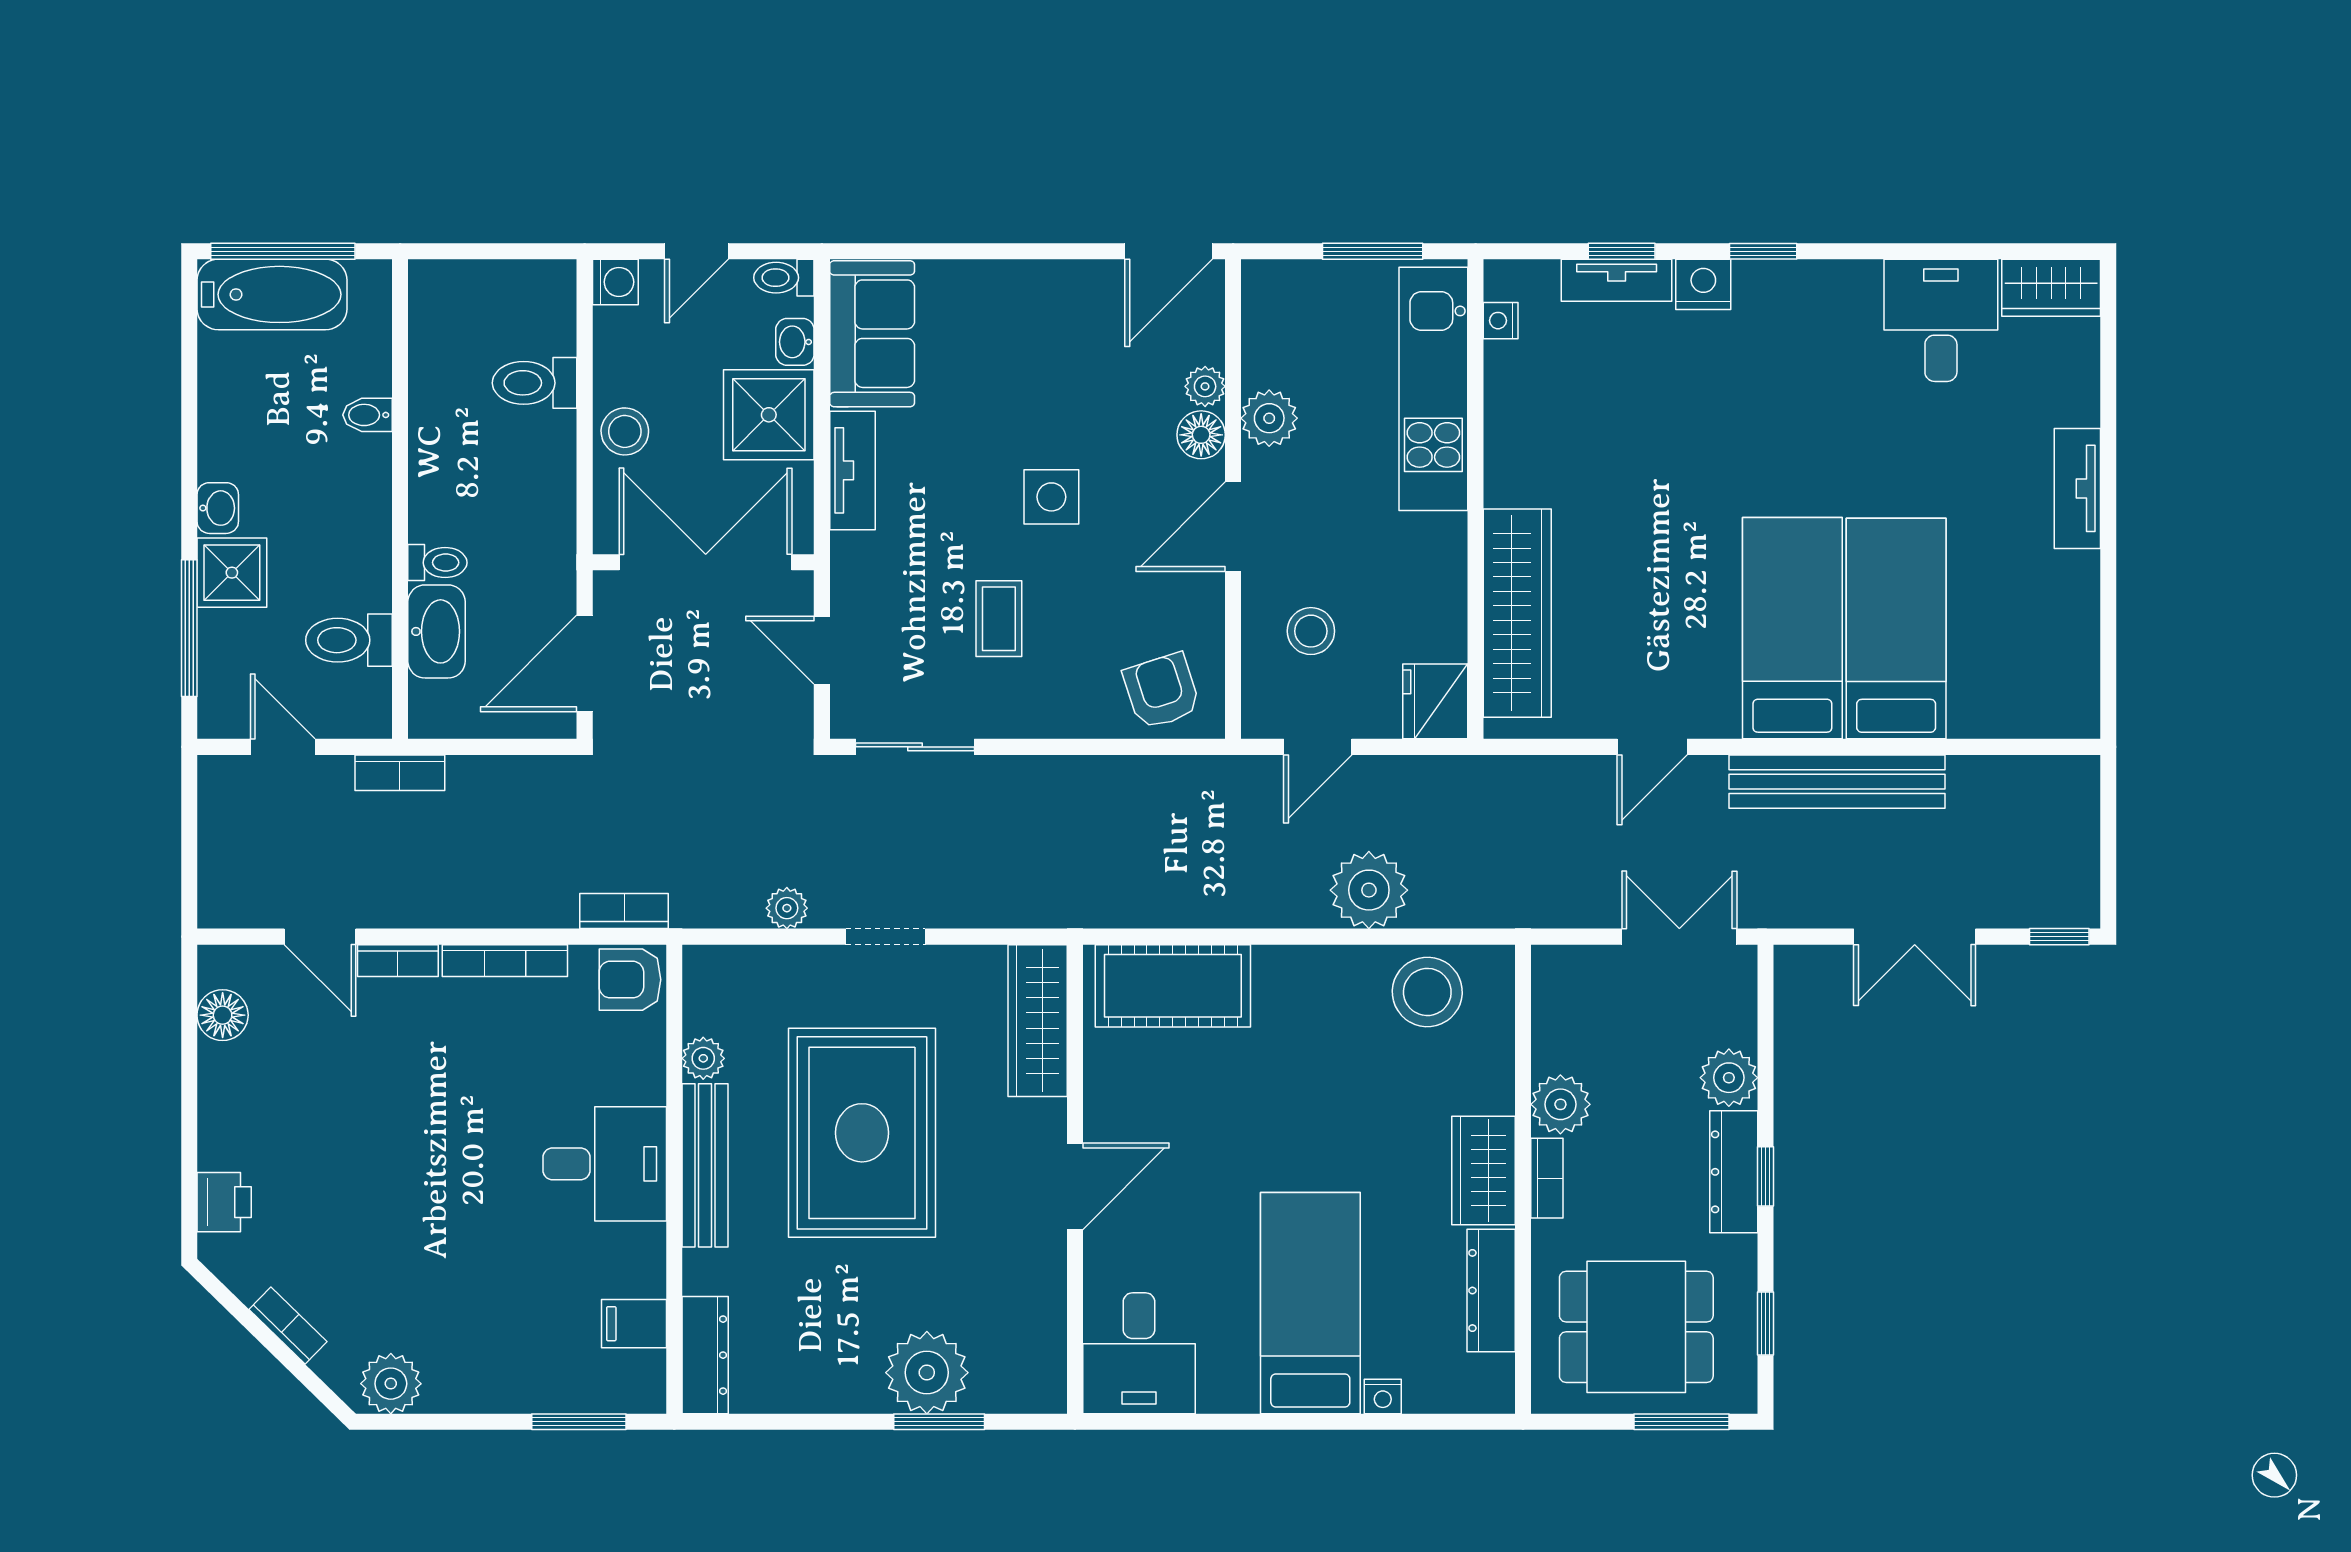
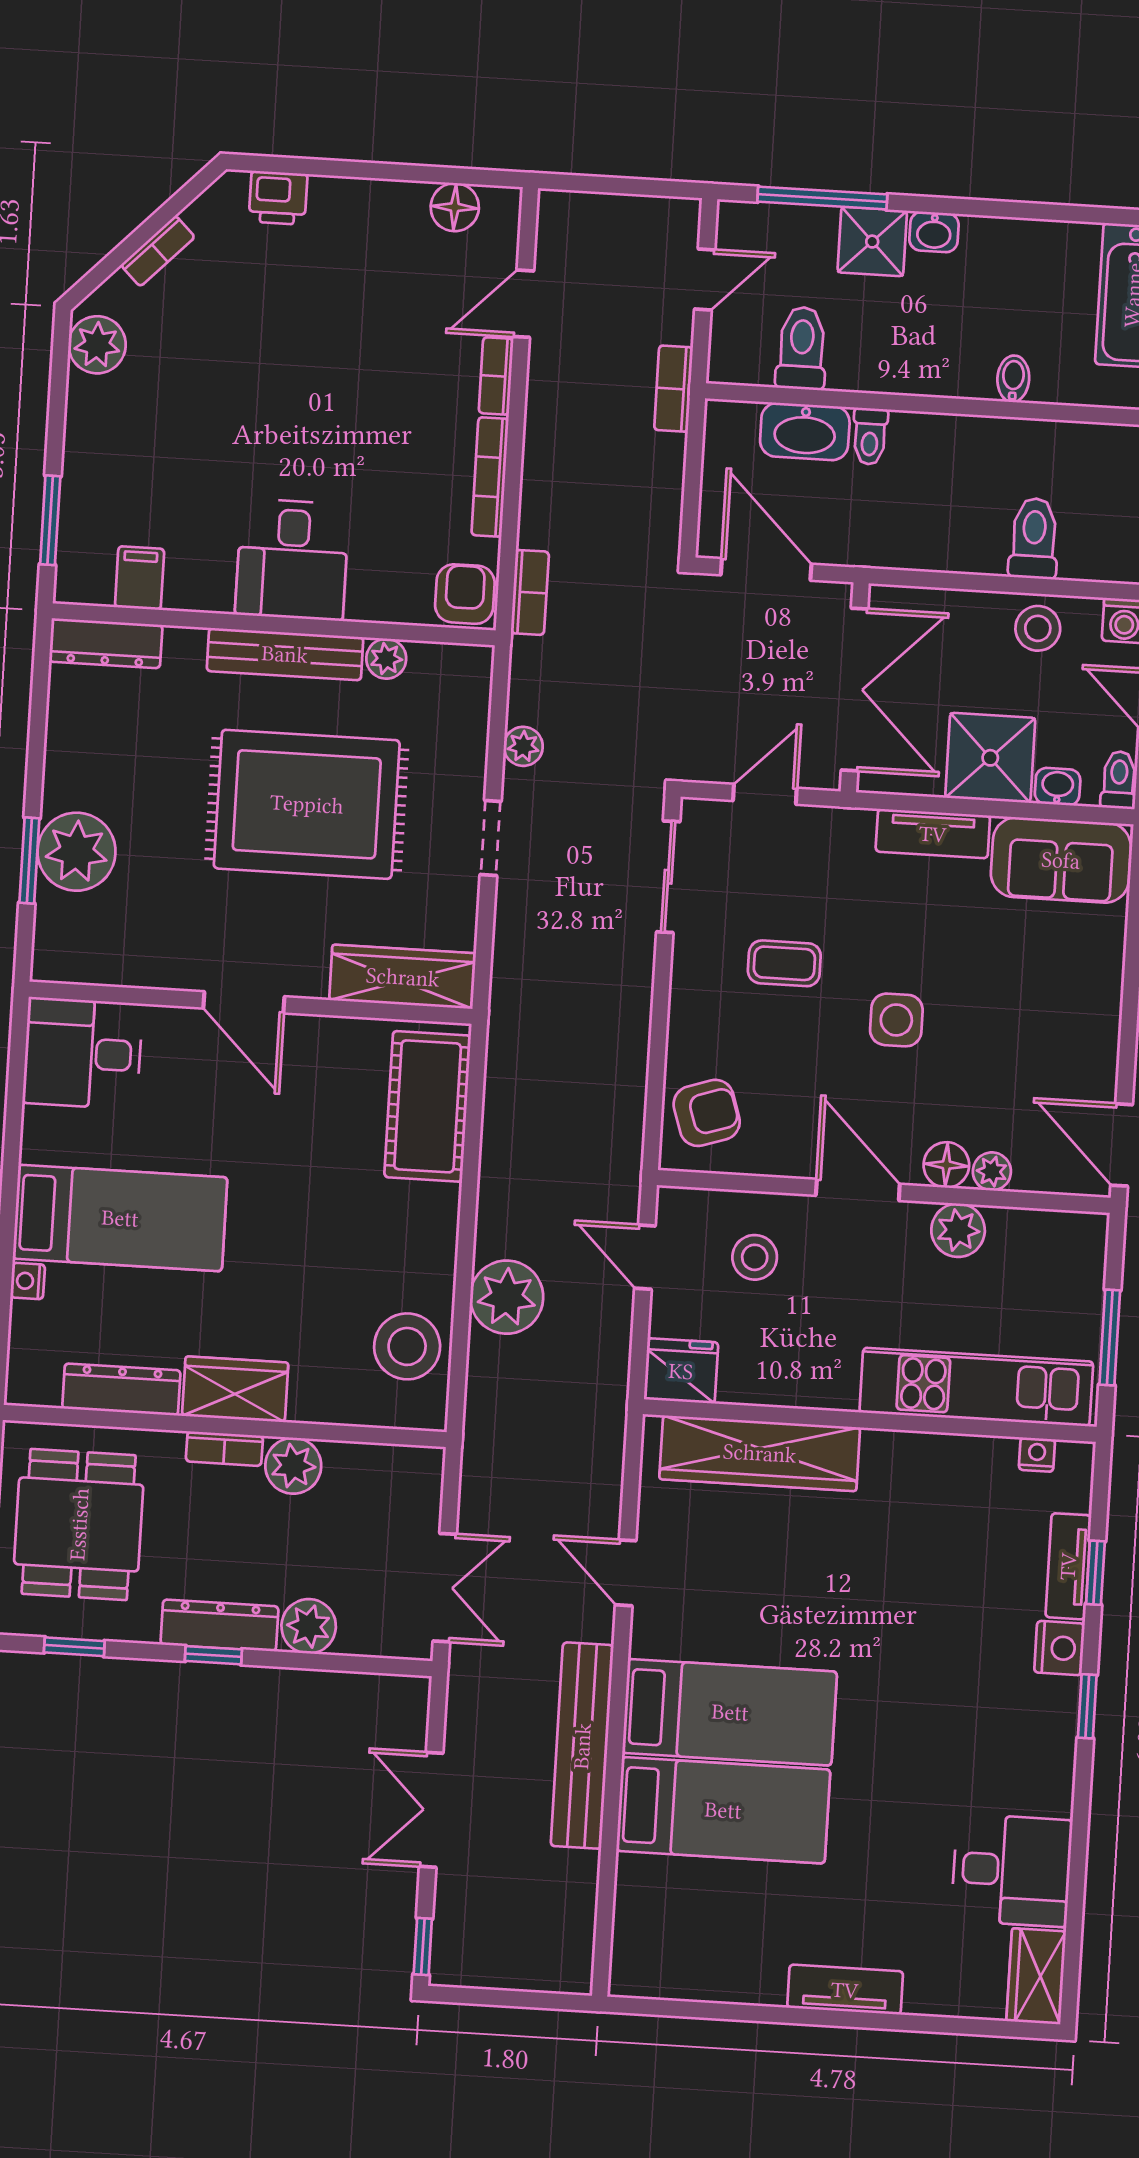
stool: (625, 431) -> (1038, 628), moved

